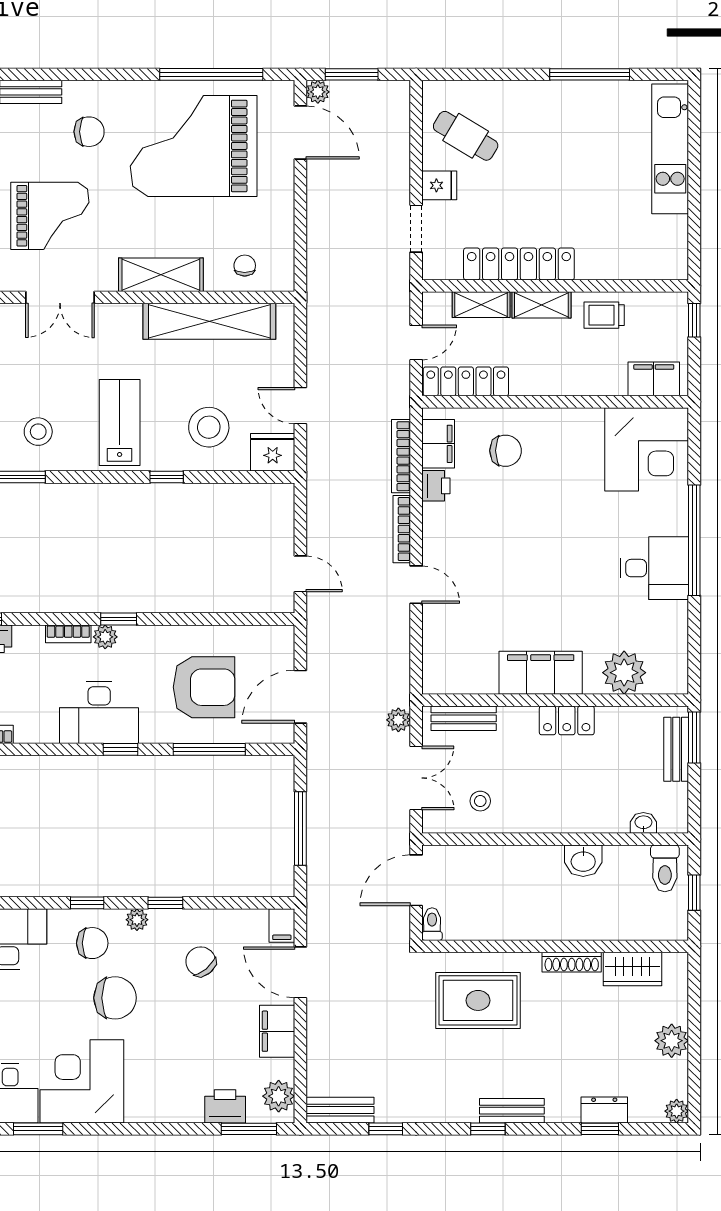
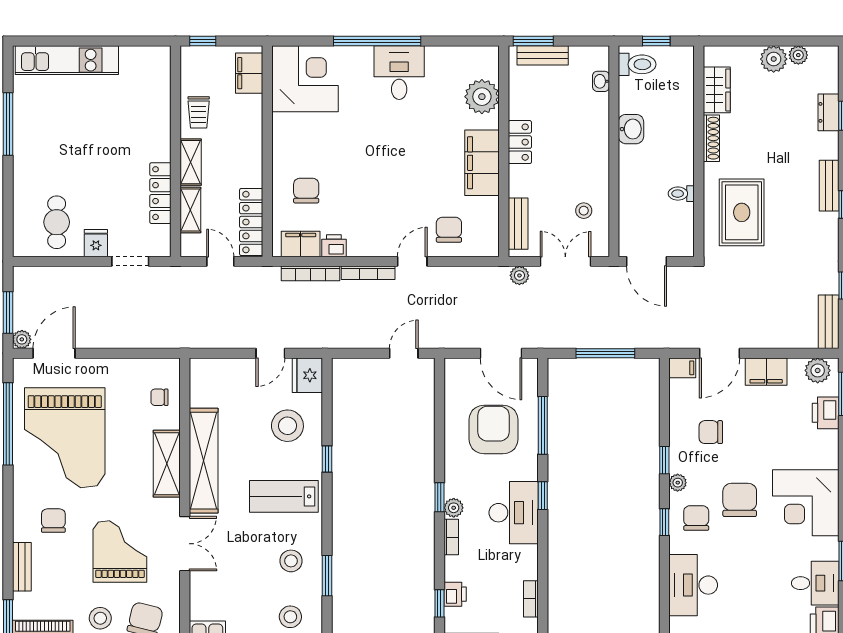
cafe table: (466, 136) -> (57, 222), turned -31
locker: (519, 264) -> (160, 193), width x0.71, depth x0.83
shelving: (209, 321) -> (204, 461), moved
chair: (456, 631) -> (449, 230), added
toilet: (432, 924) -> (681, 194), moved
chair: (201, 961) -> (711, 432), turned 40
corner desk: (82, 1081) -> (806, 503), moved
plant: (677, 1111) -> (798, 55), moved

